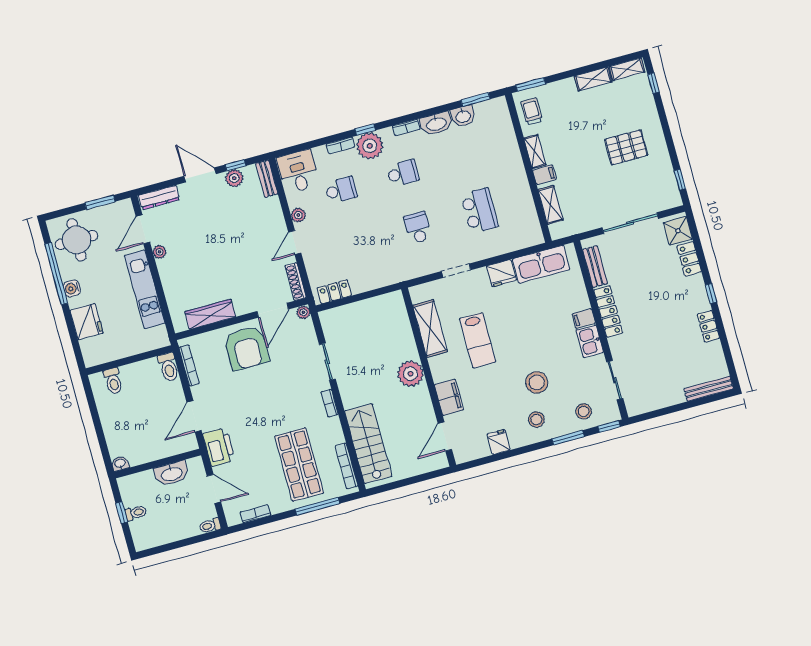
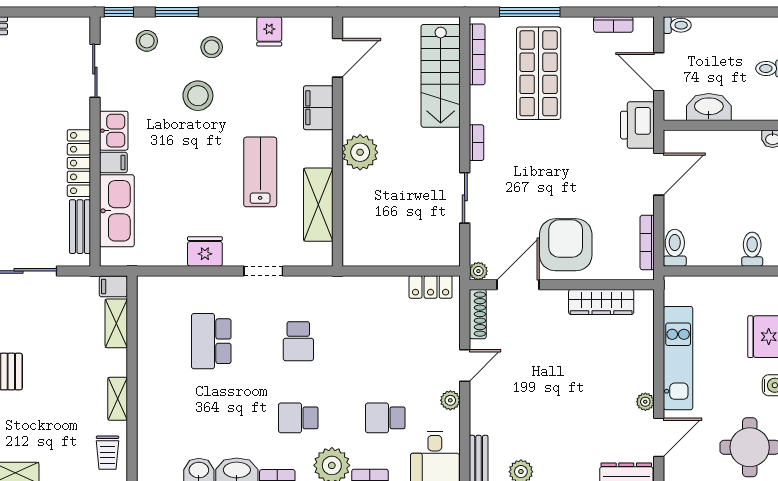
filing cabinet: (544, 175) -> (113, 286), moved
kitchen sink: (541, 264) -> (117, 211), moved, turned 90

